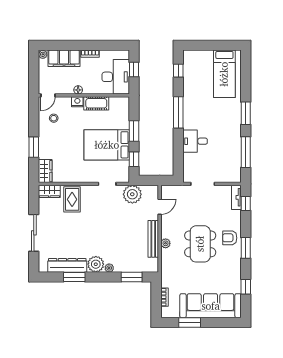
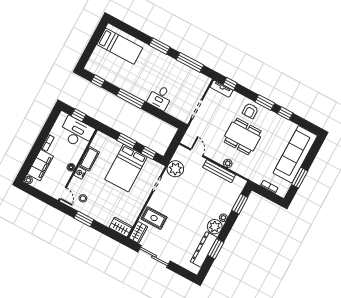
window: (34, 147) -> (84, 219), moved
sliding door: (34, 233) -> (154, 256), moved
window: (246, 287) -> (285, 113), moved

